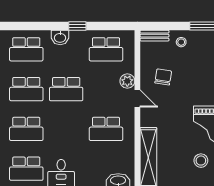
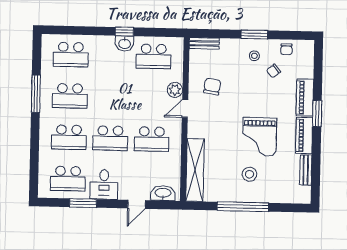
washbasin: (60, 37) -> (125, 43), moved
stool: (181, 42) -> (254, 56), moved
school desk: (66, 89) -> (110, 138), moved
door: (137, 99) -> (185, 108), swing flipped

